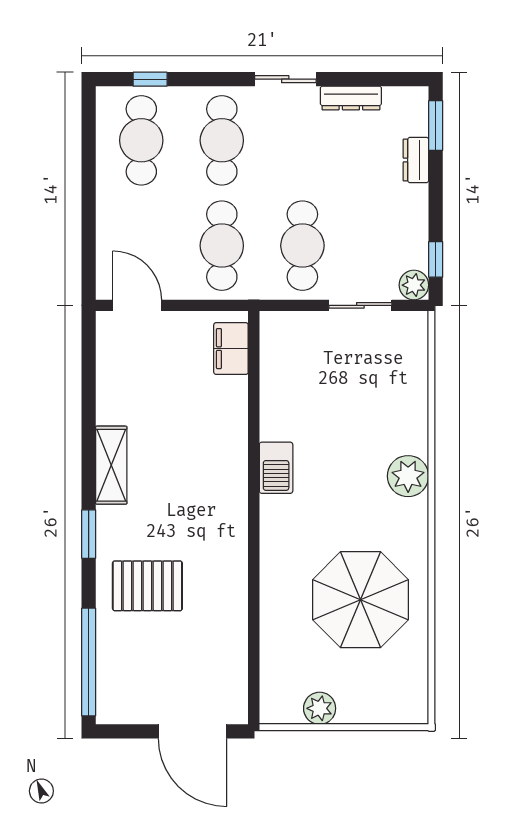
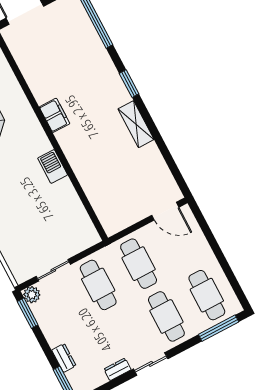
window: (150, 79) -> (219, 328), width x2.17
dresser: (351, 98) -> (118, 369), width x0.70
window: (436, 259) -> (28, 313), width x1.50
filing cabinet: (231, 349) -> (55, 115), moved
pallet: (147, 586) -> (86, 73), removed

